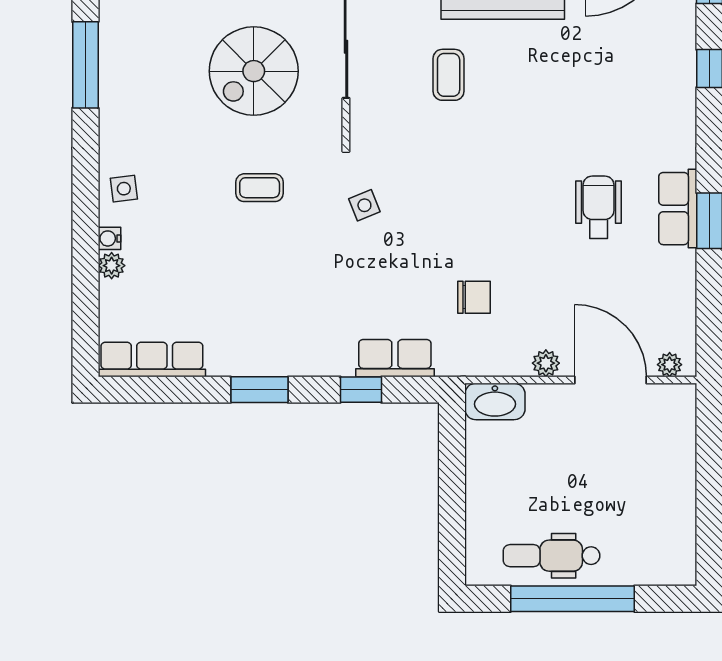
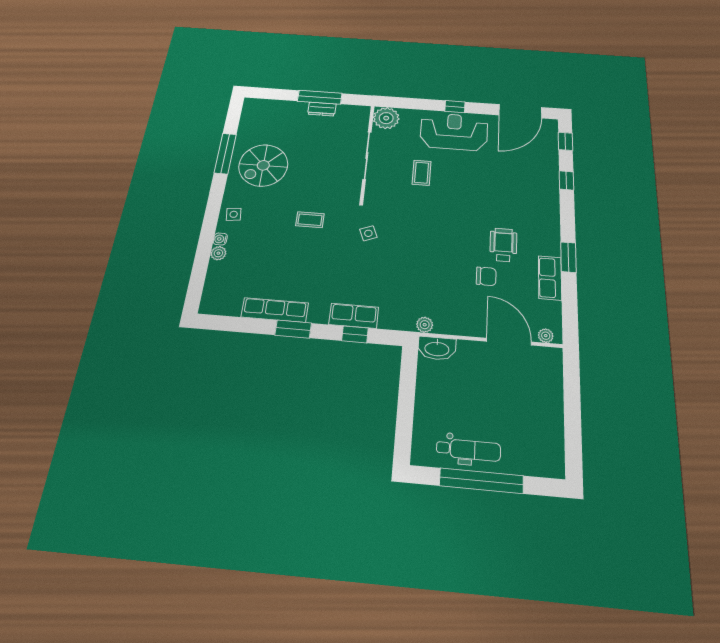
spiral stairs: (254, 71) -> (263, 165), moved
row of seats: (678, 209) -> (550, 278), moved
chair: (474, 297) -> (486, 276), moved
row of seats: (395, 358) -> (354, 316), moved
row of seats: (152, 359) -> (275, 310), moved
plant: (546, 363) -> (425, 325), moved
dental chair: (552, 556) -> (468, 450), turned 180

